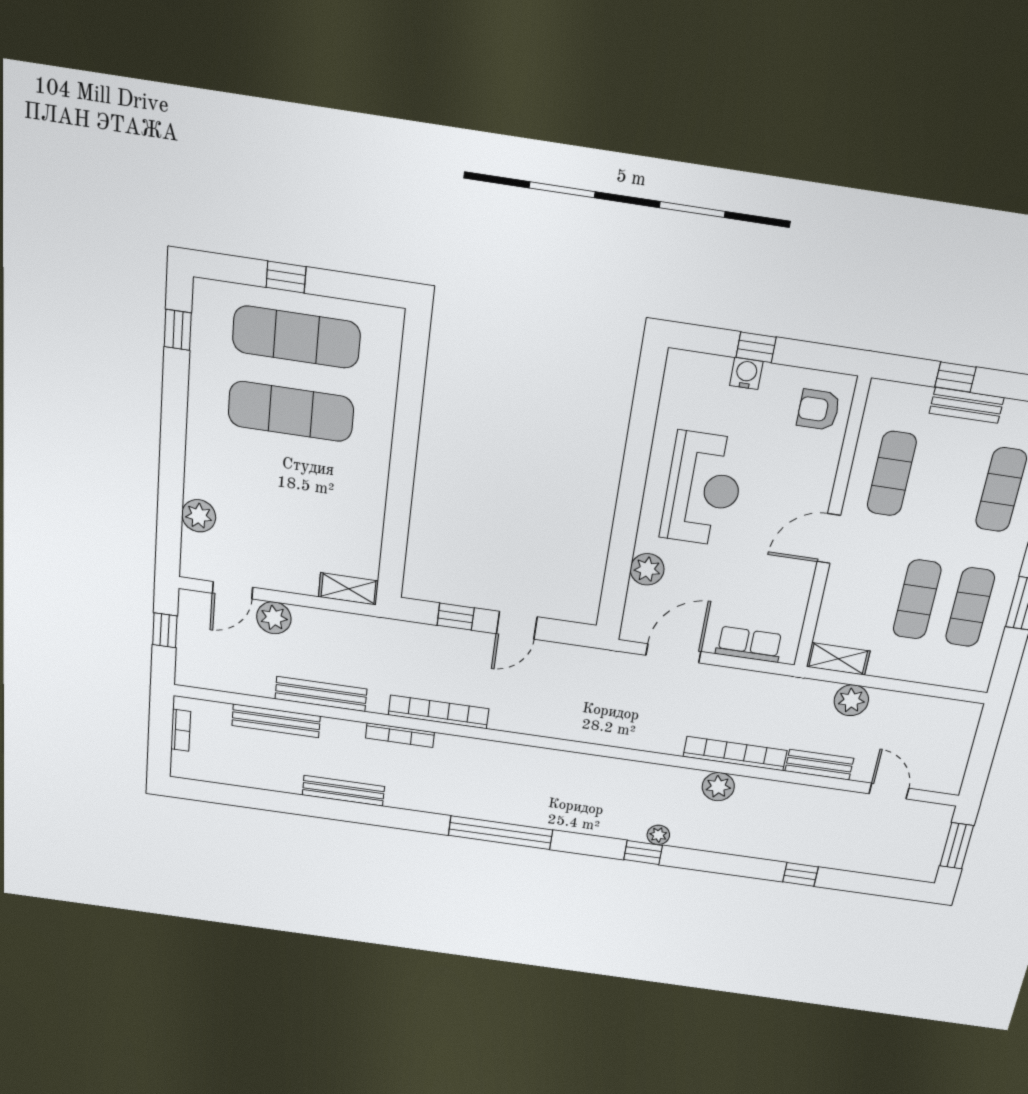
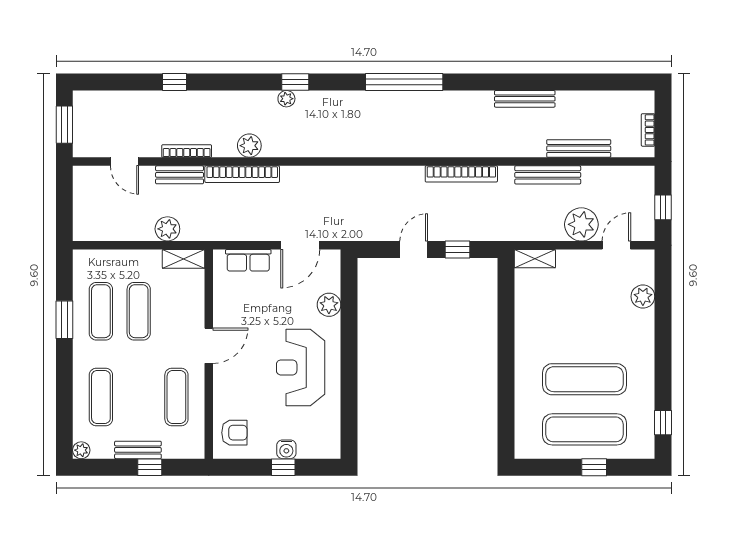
plant: (274, 618) -> (581, 224), width x1.36, depth x1.36
bookcase: (400, 735) -> (187, 151), moved

